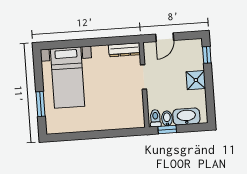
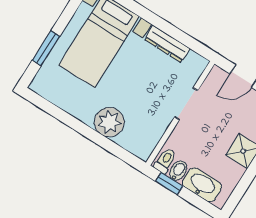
dresser: (124, 50) -> (167, 44), moved
plant: (107, 120) -> (109, 122), added

